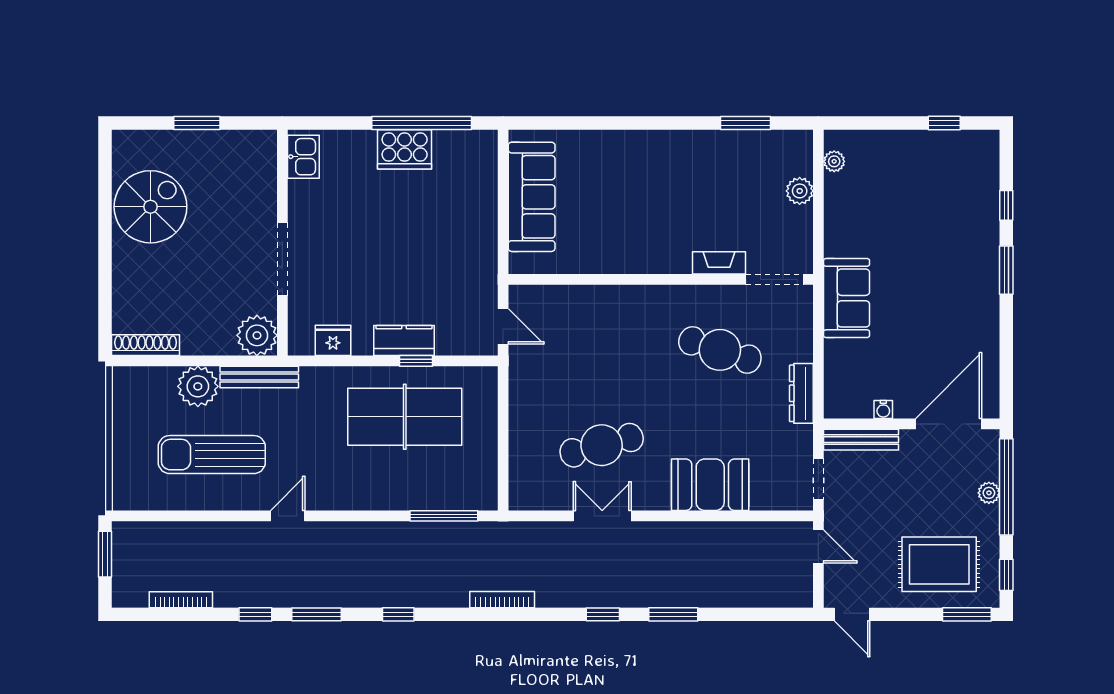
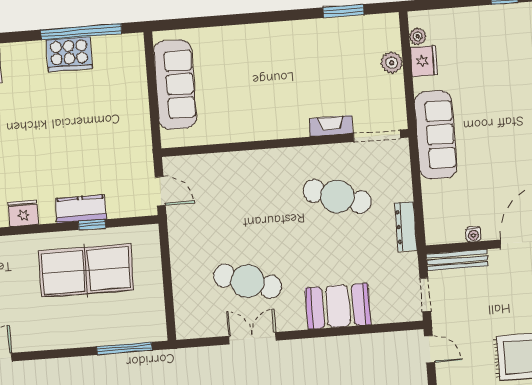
fridge: (839, 192) -> (424, 61), added
sofa: (847, 298) -> (436, 135), width x1.36
cafe table: (602, 445) -> (248, 281), turned 33

